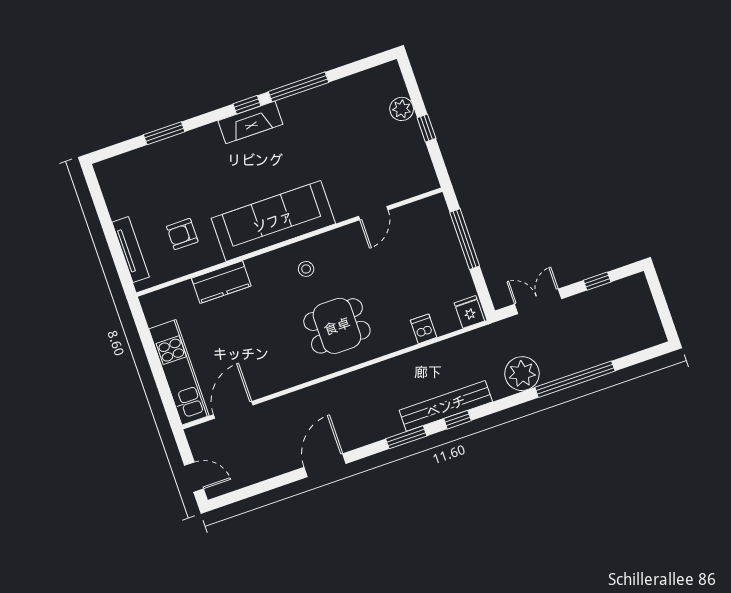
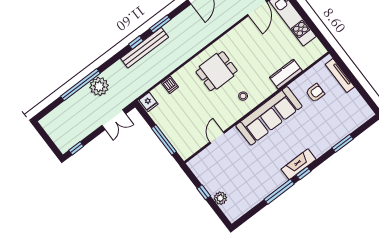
window: (597, 281) -> (76, 148), moved
plant: (522, 374) -> (99, 86), moved

